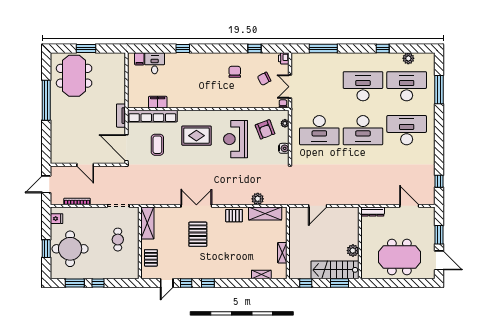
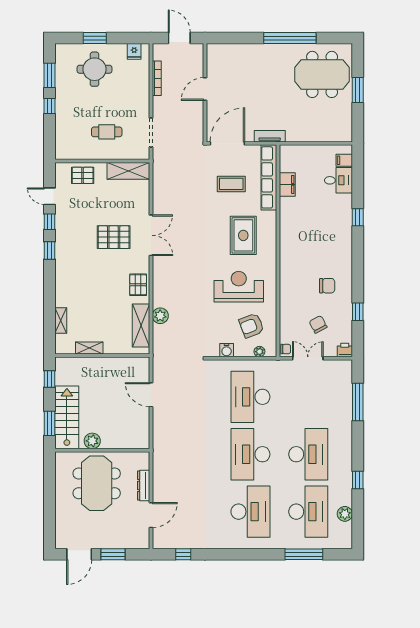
dresser: (373, 211) -> (144, 486), moved
round table: (70, 249) -> (95, 69), width x0.73, depth x0.73
meeting table: (399, 257) -> (97, 483), moved

